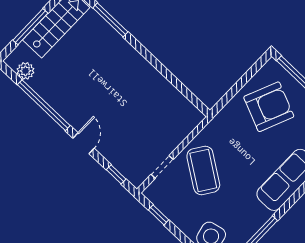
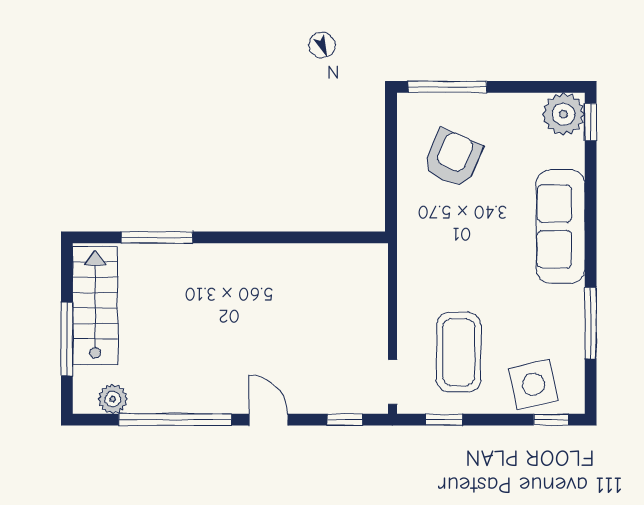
armchair: (269, 107) -> (453, 158), width x0.73, depth x0.73
doorway: (162, 167) -> (392, 382), moved
coffee table: (203, 170) -> (459, 352), moved, turned 56

